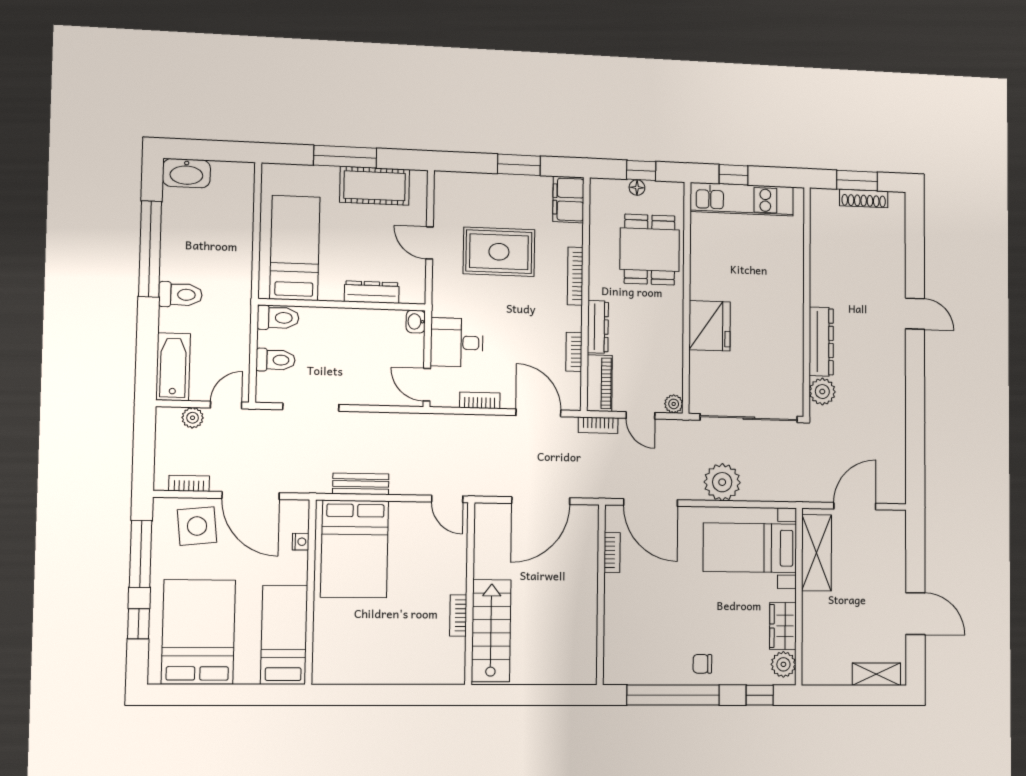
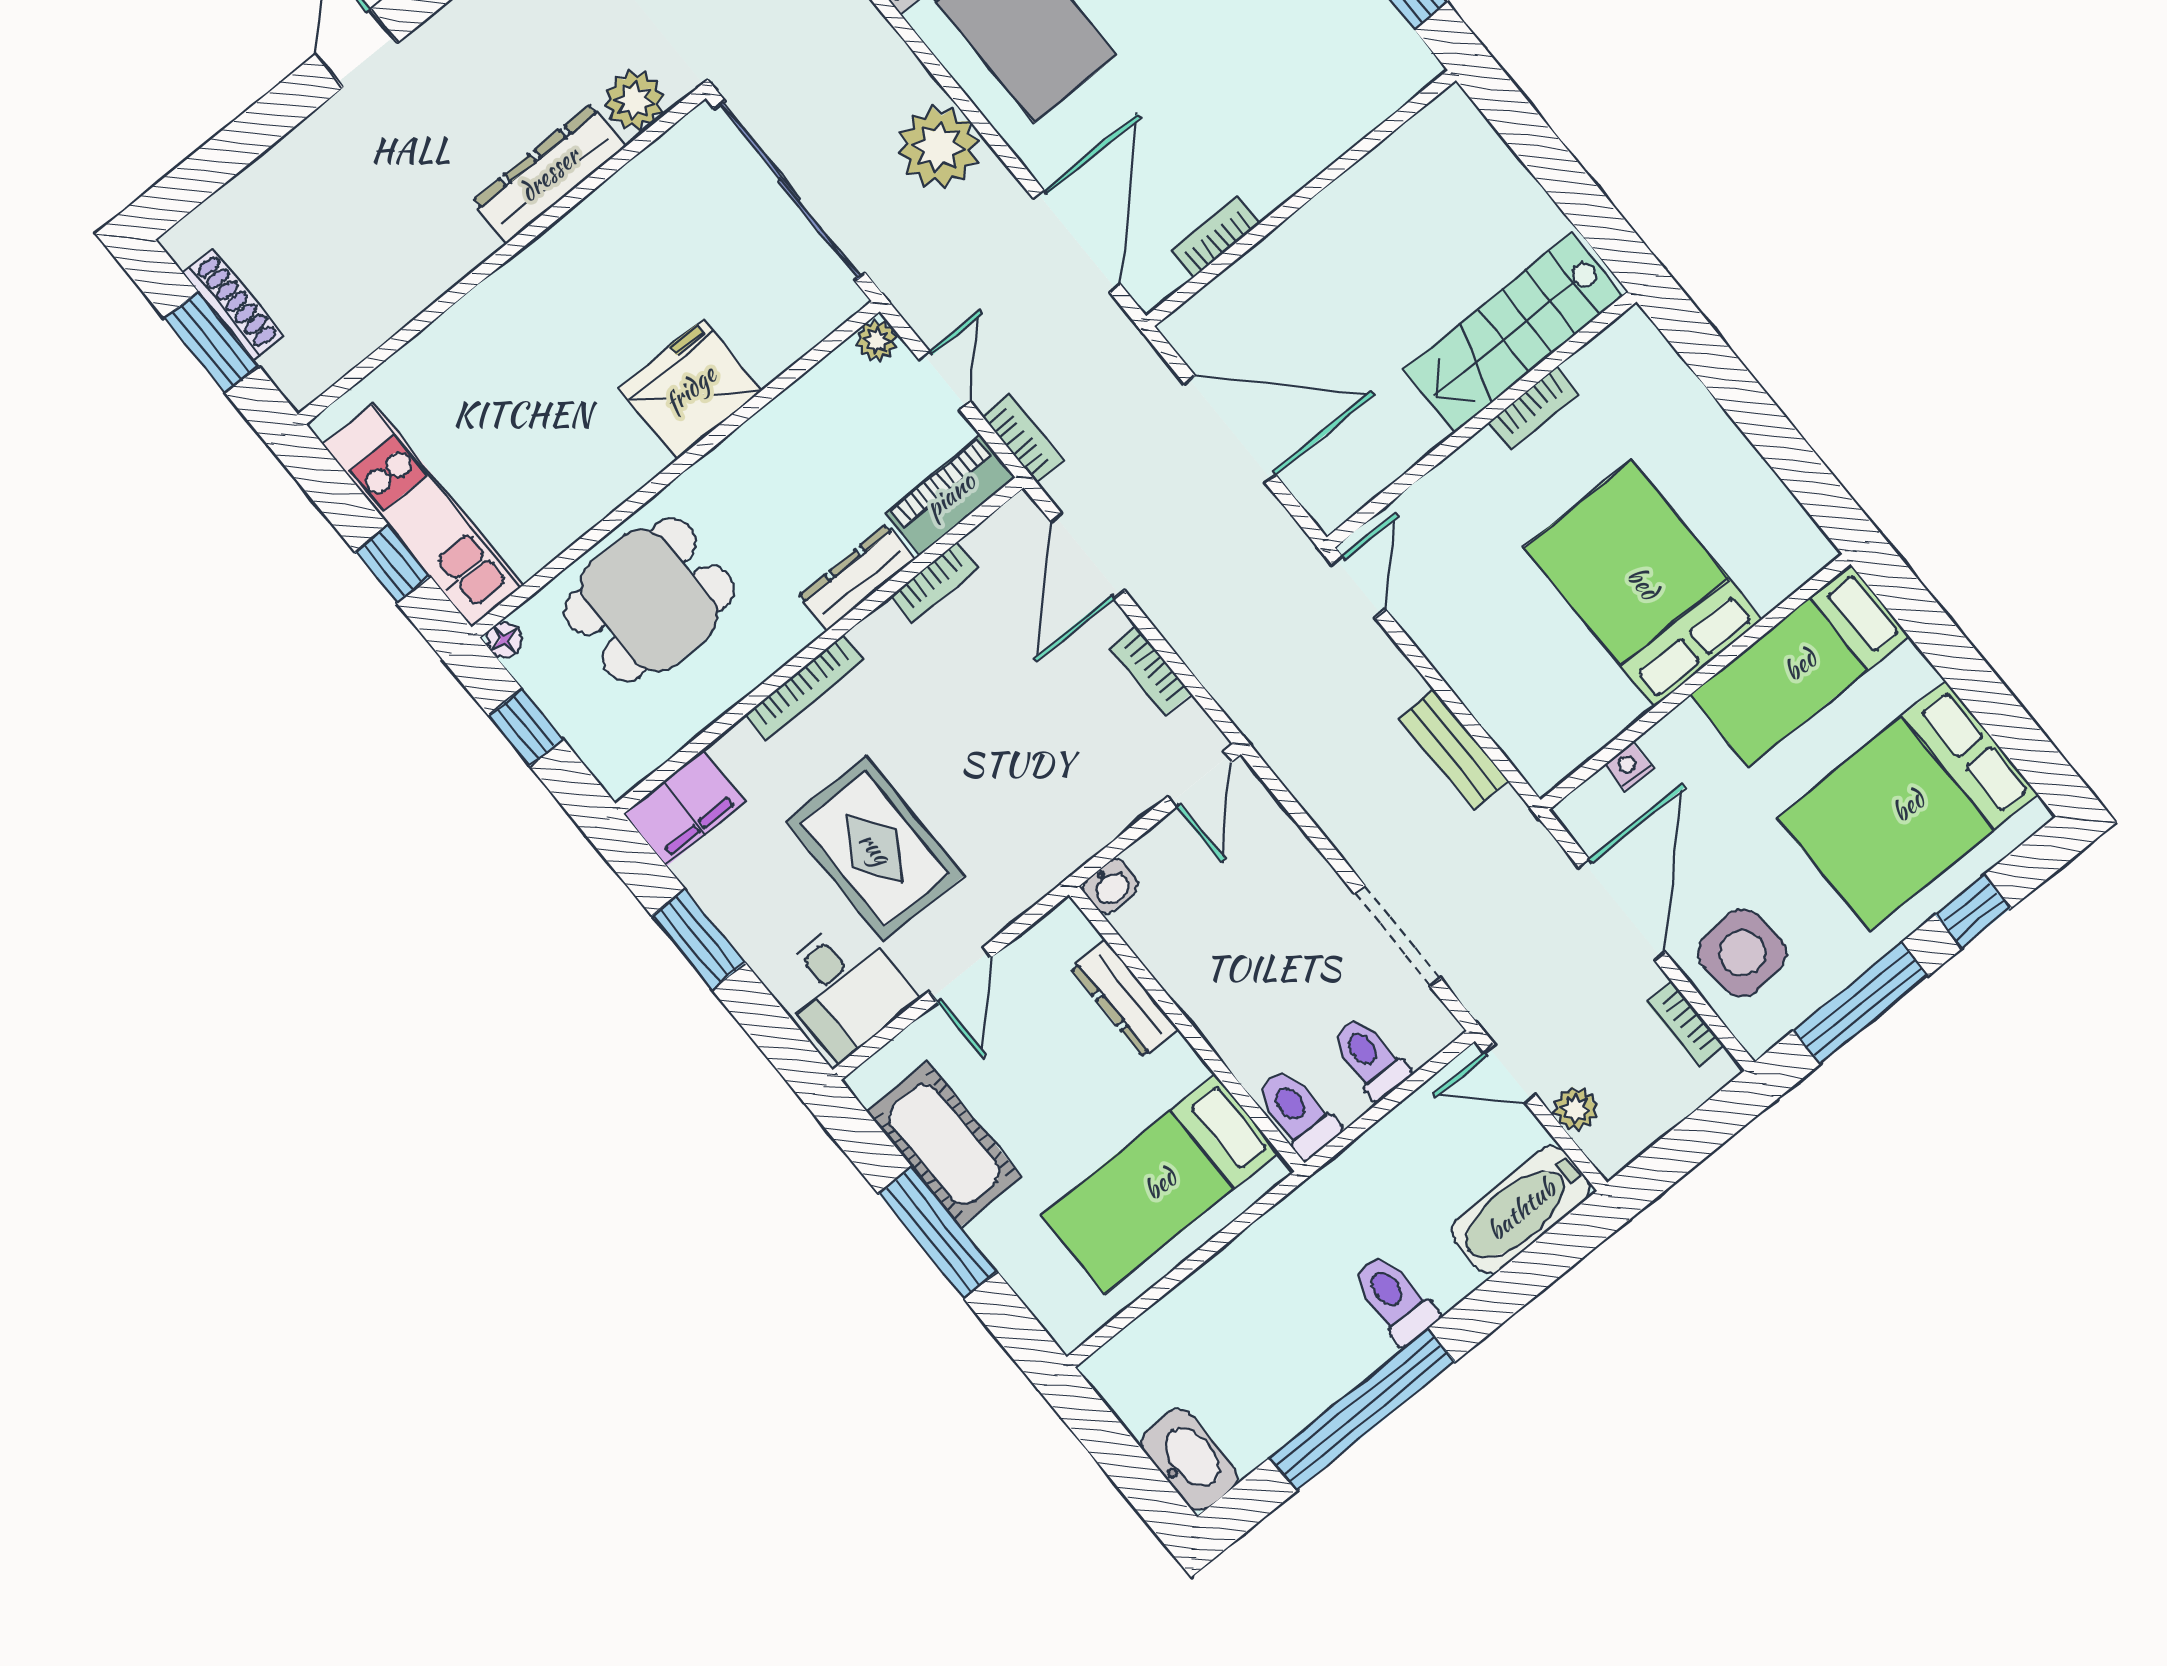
floor lamp: (637, 188) -> (504, 640), moved
desk: (457, 342) -> (844, 988), moved
bed: (355, 549) -> (1643, 583), moved, turned -90

